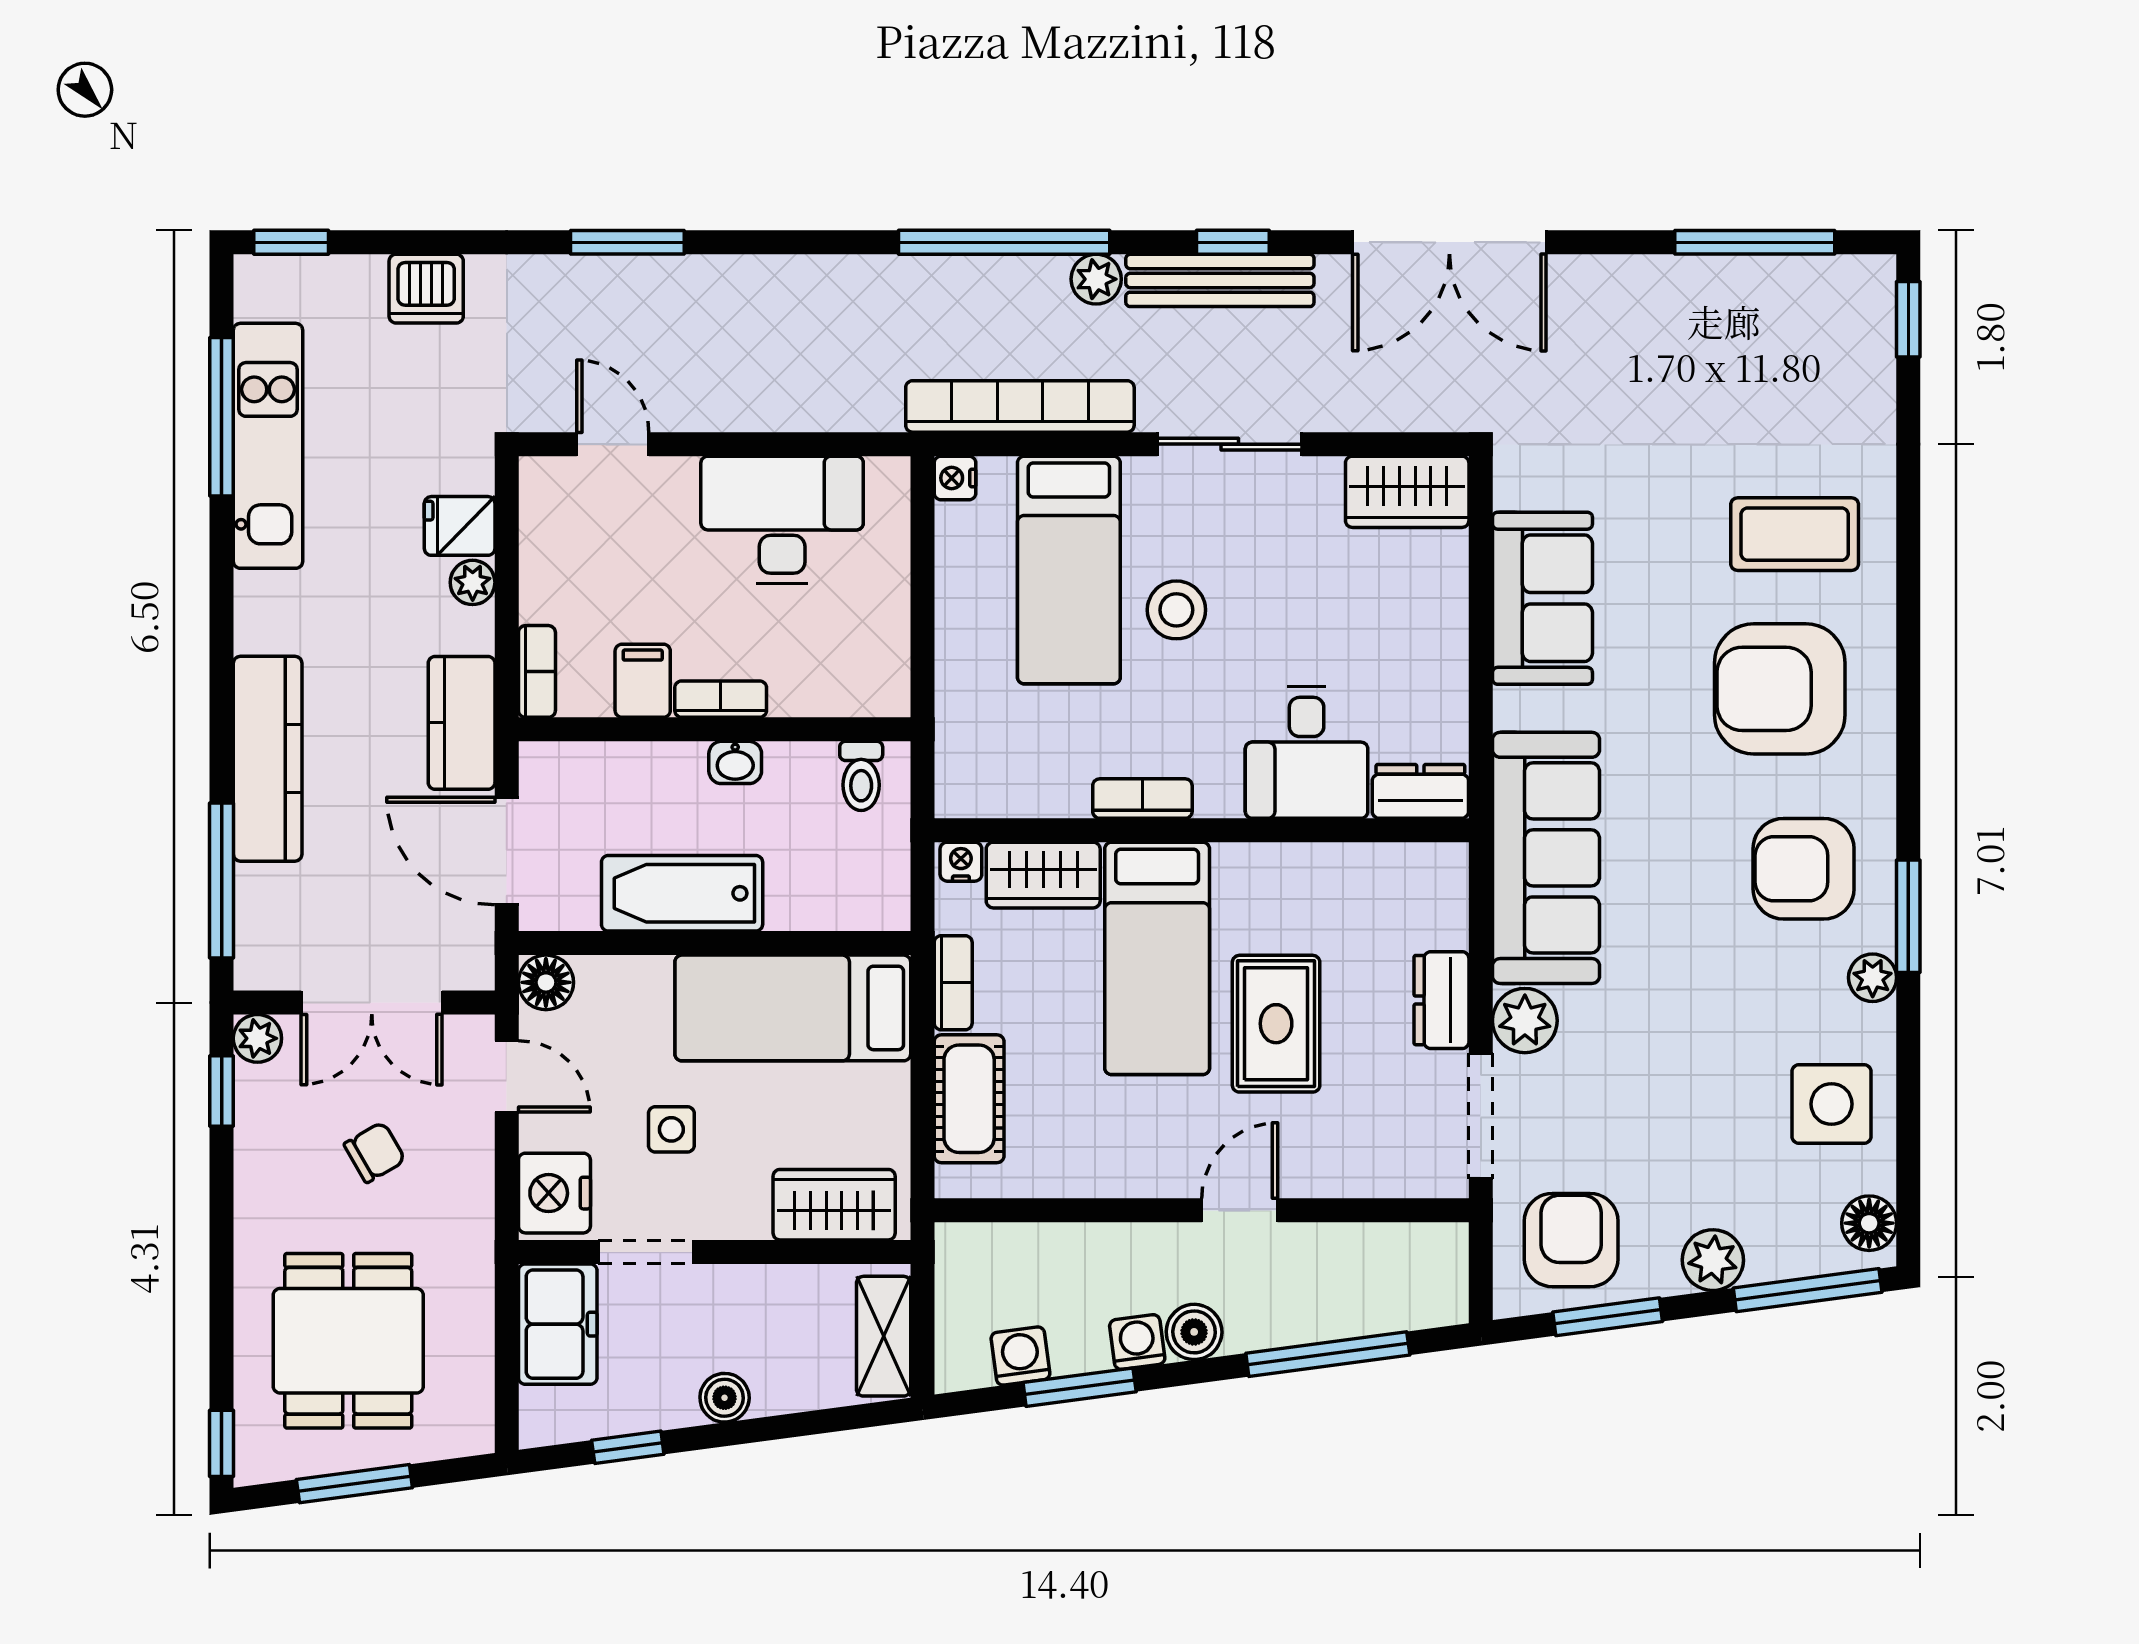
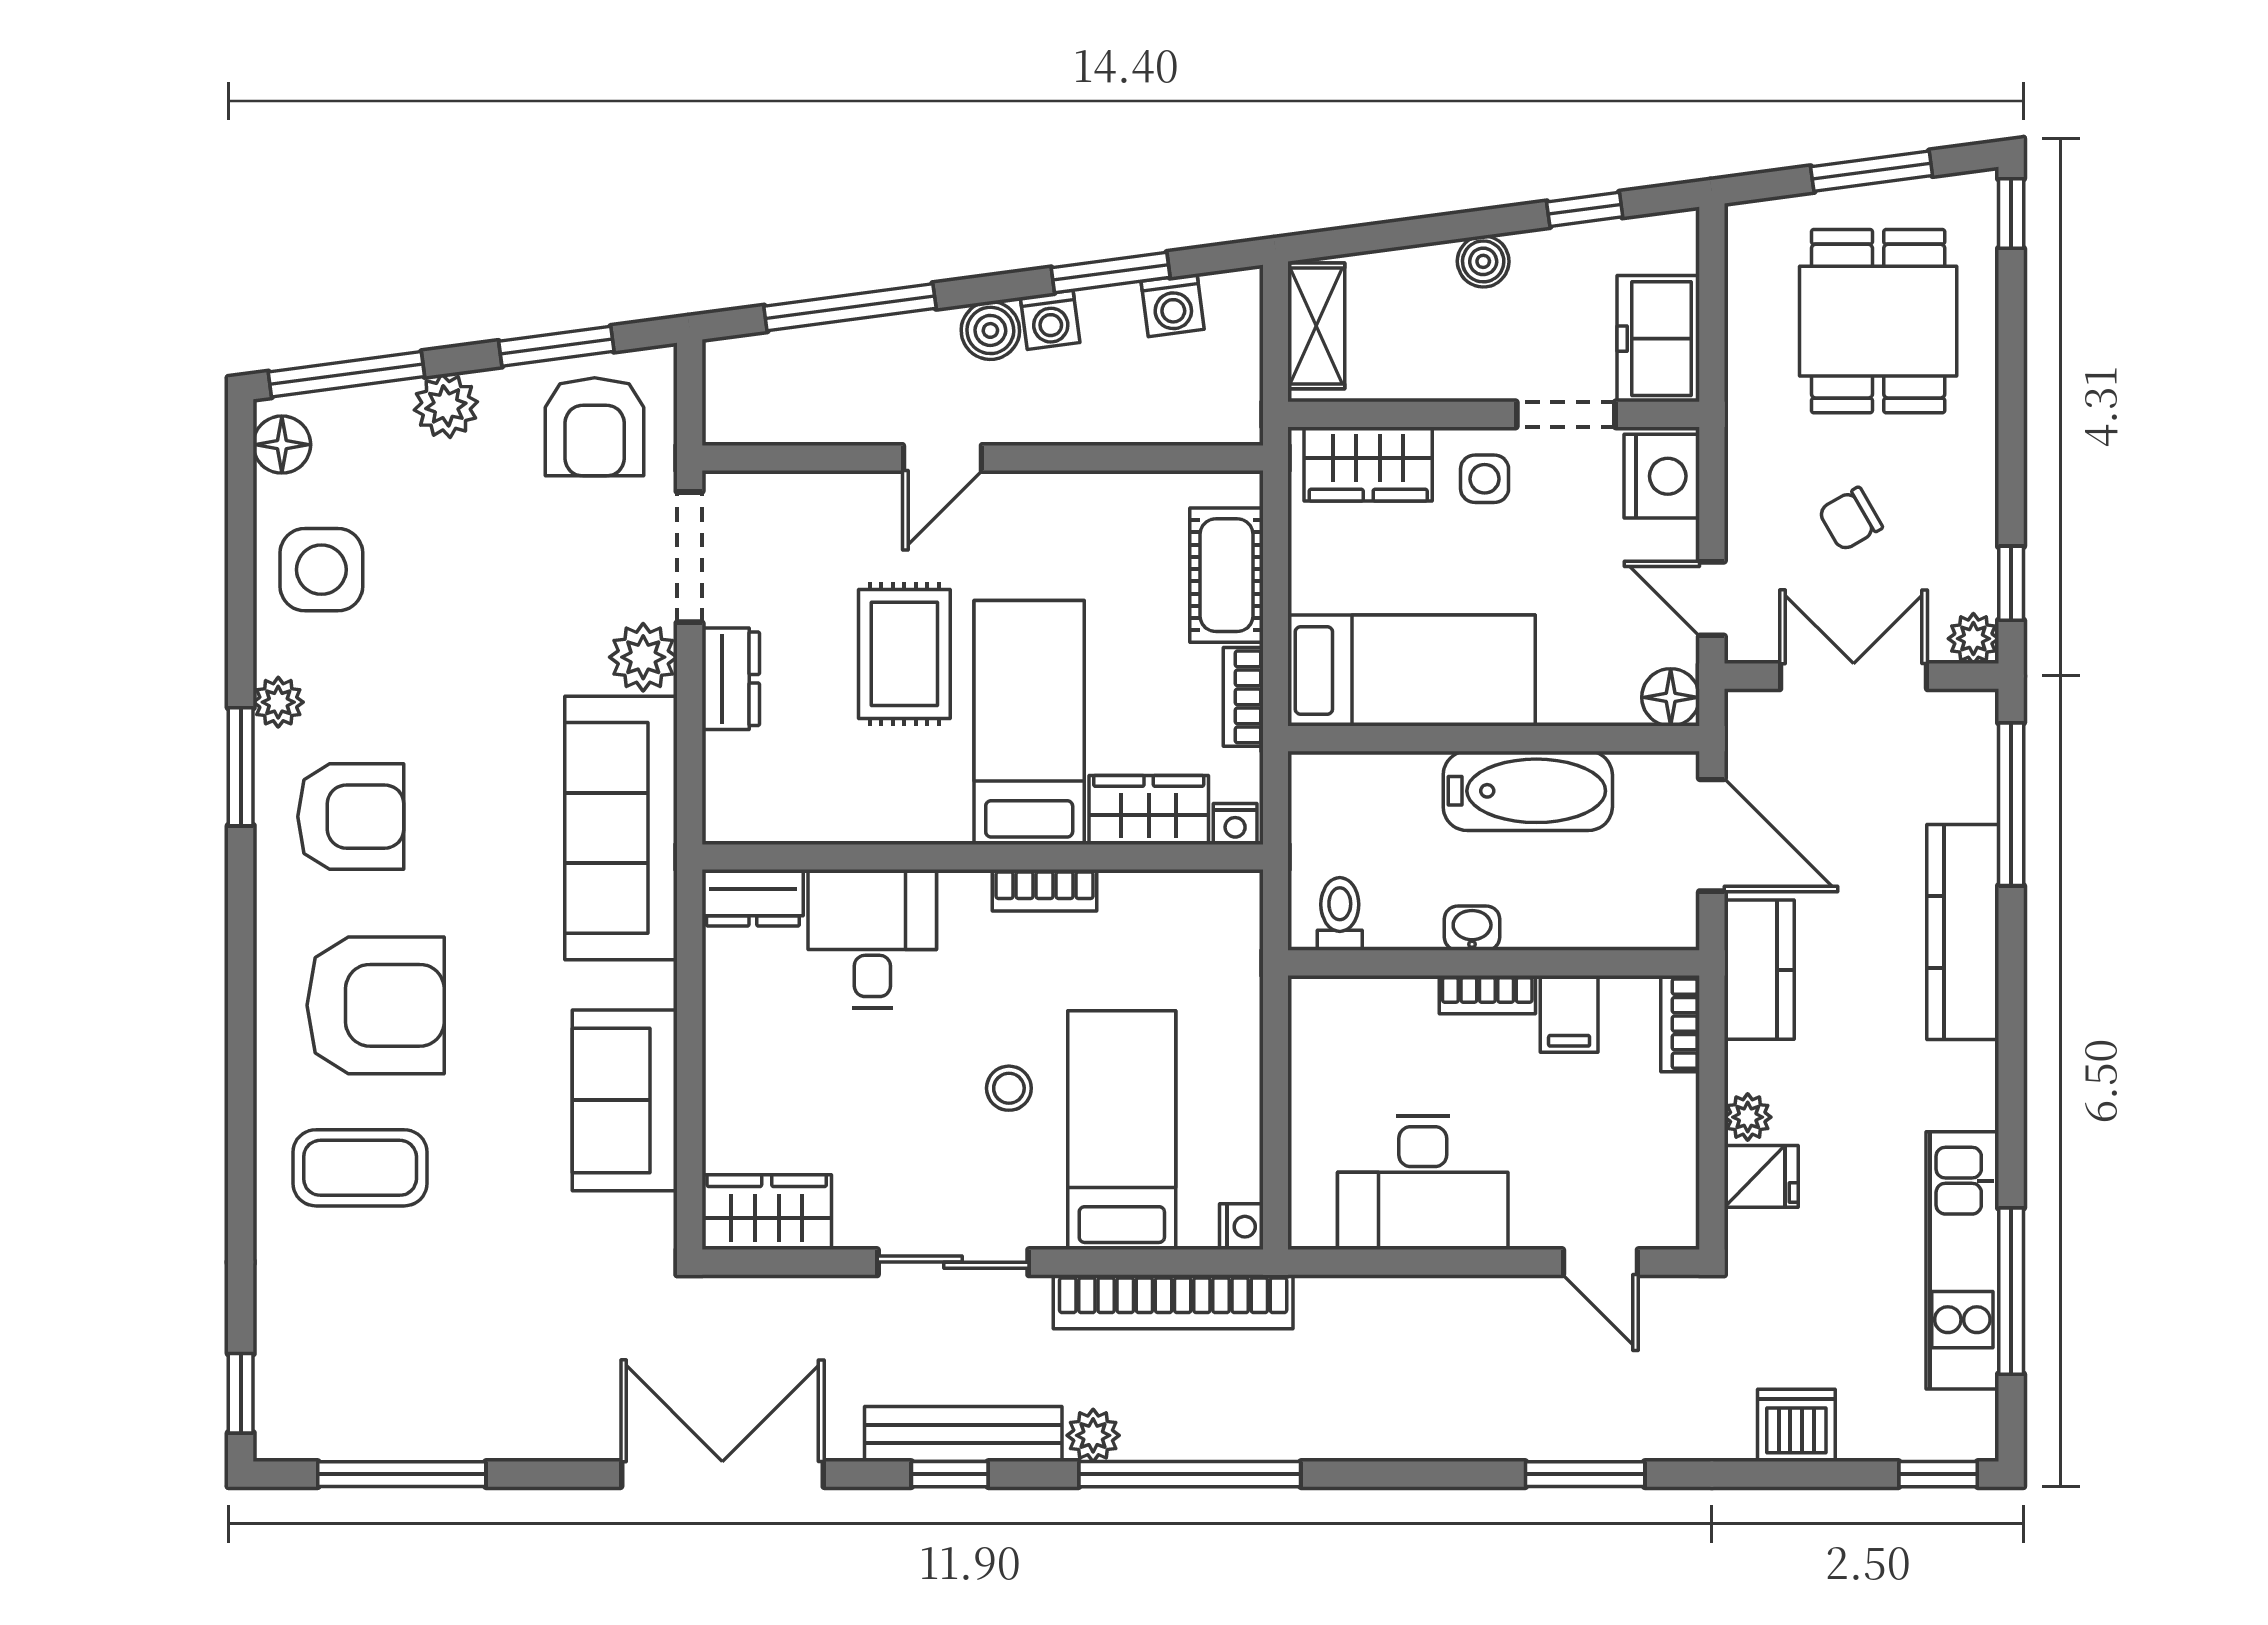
stool: (1176, 610) -> (1009, 1088), width x0.73, depth x0.73
side table: (671, 1129) -> (1485, 479), moved

